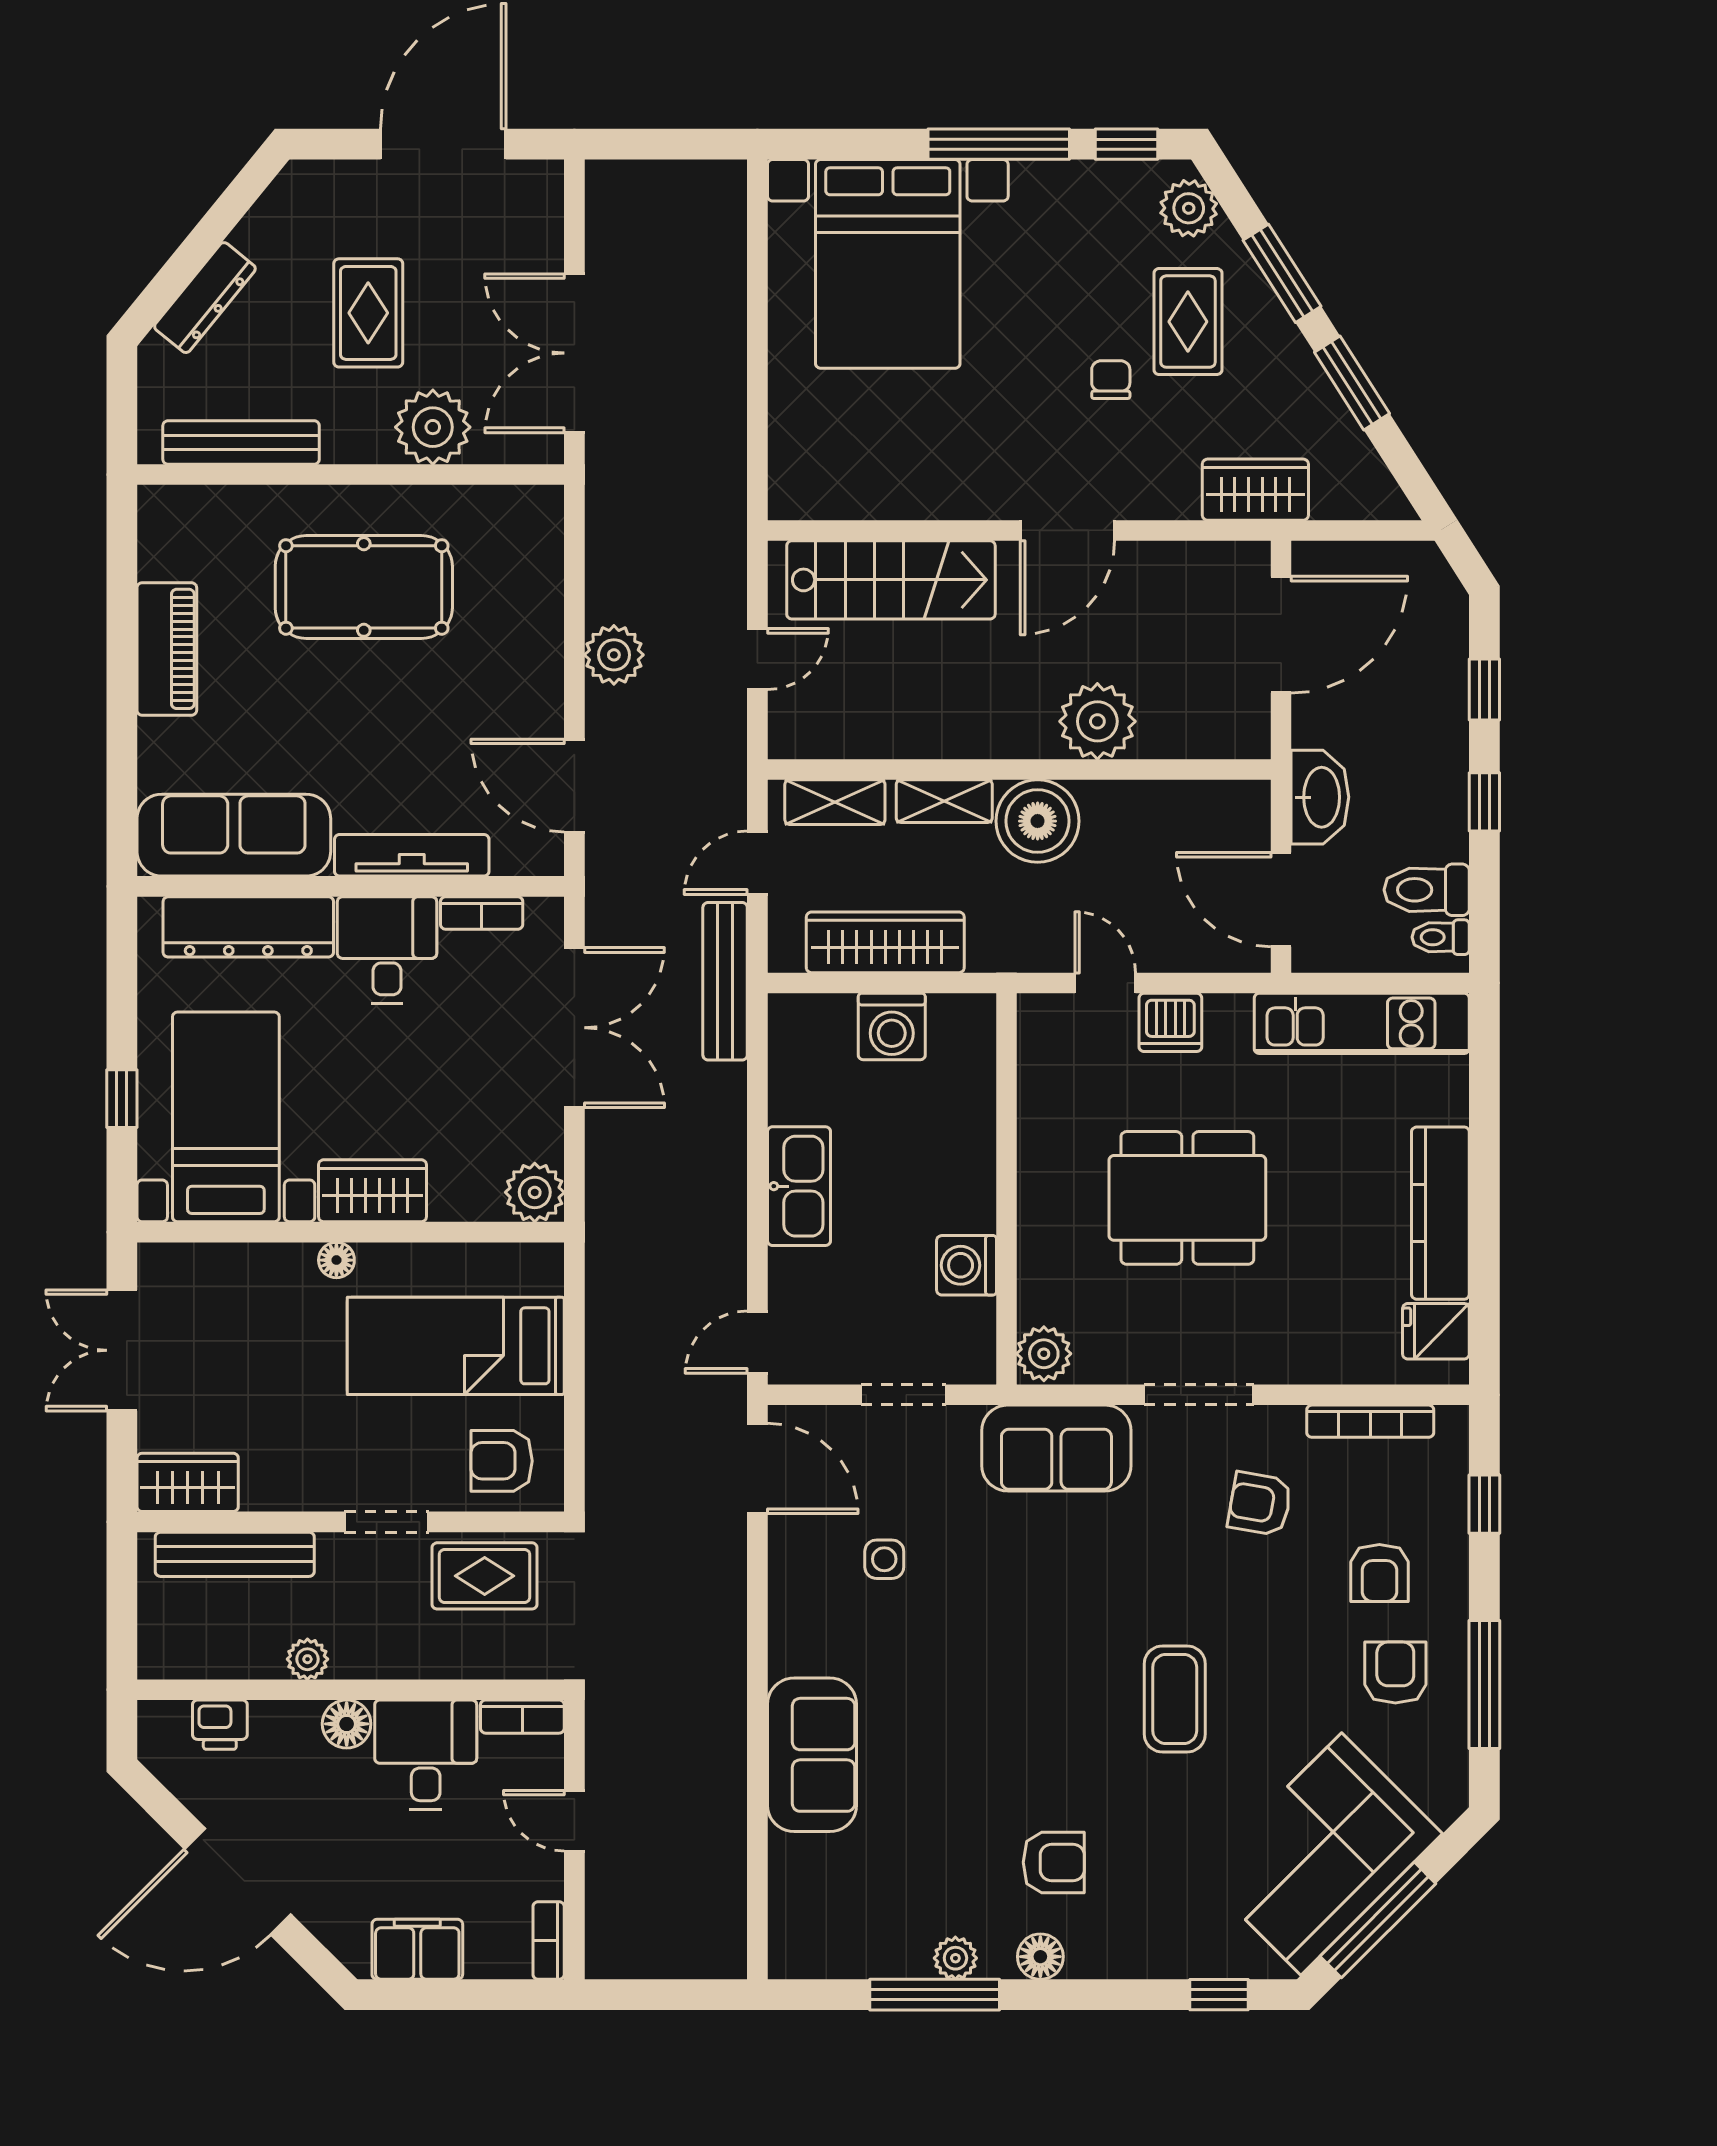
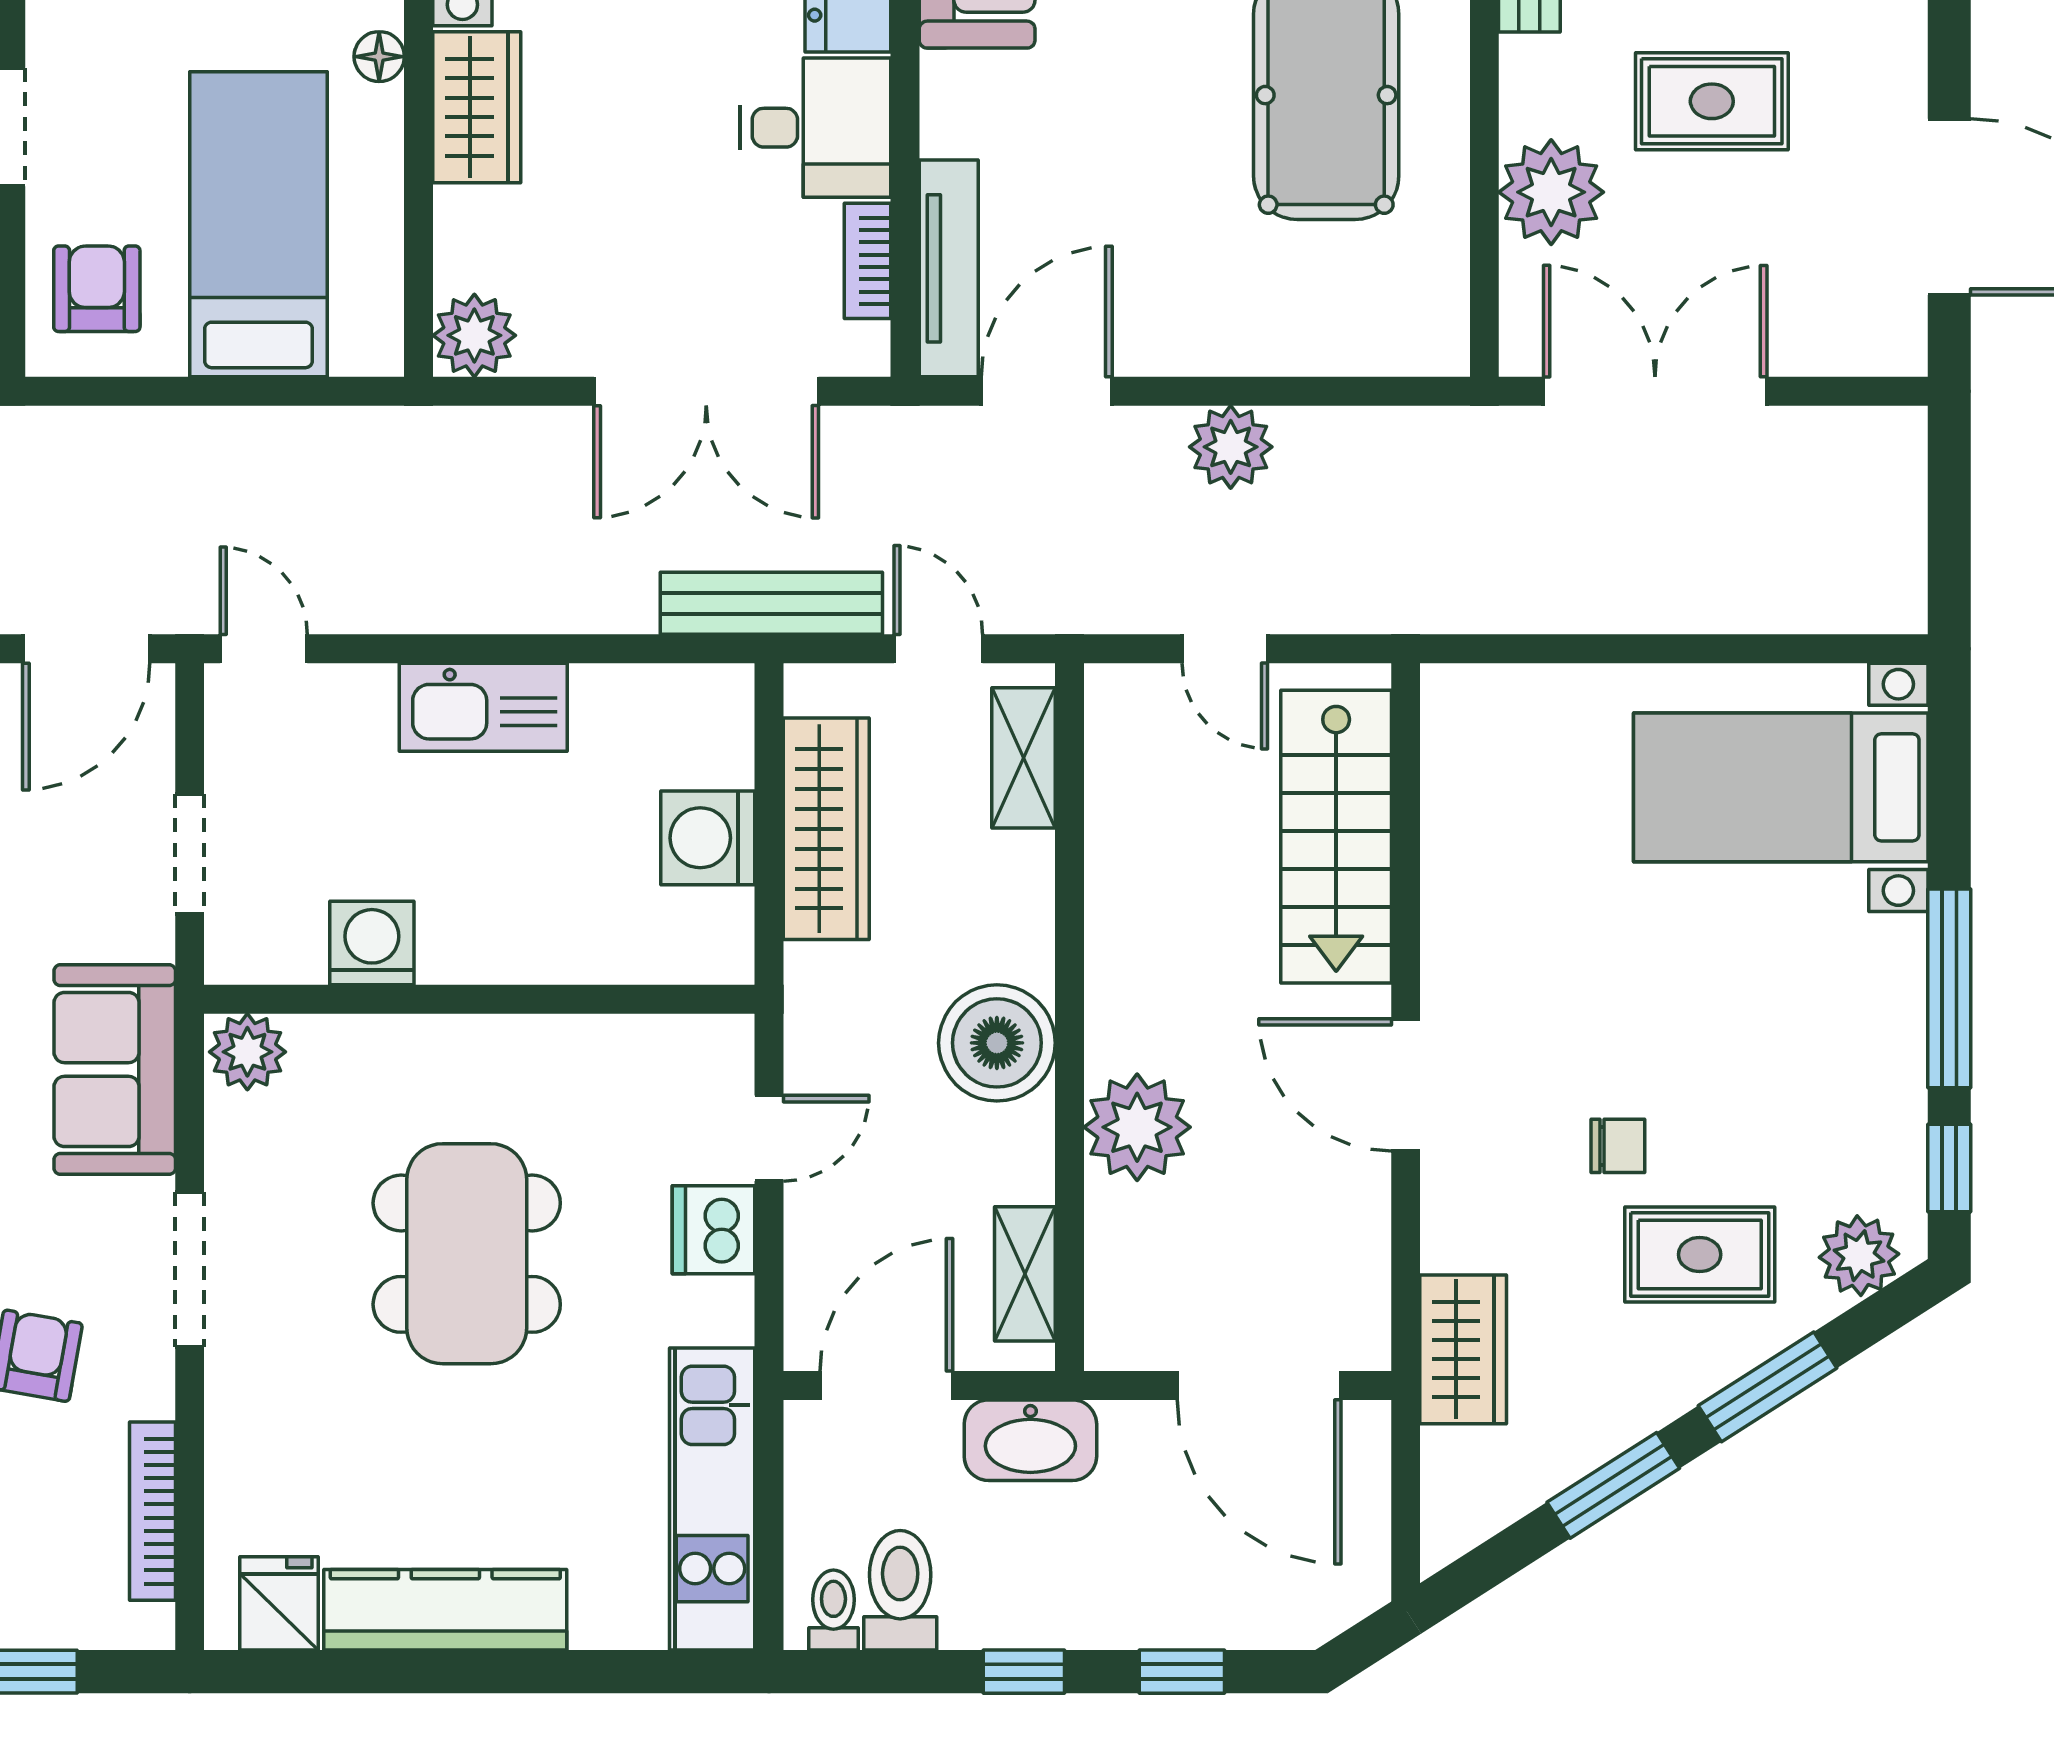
bed with nightstands: (888, 264) -> (1781, 787), width x0.73
shelving: (944, 801) -> (1025, 1274), moved
tv unit: (412, 855) -> (949, 268), moved

